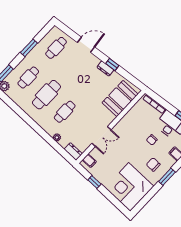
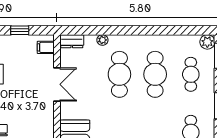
cafe table: (65, 112) -> (119, 74), width x1.37, depth x1.35
double door: (101, 136) -> (57, 84), swing flipped

